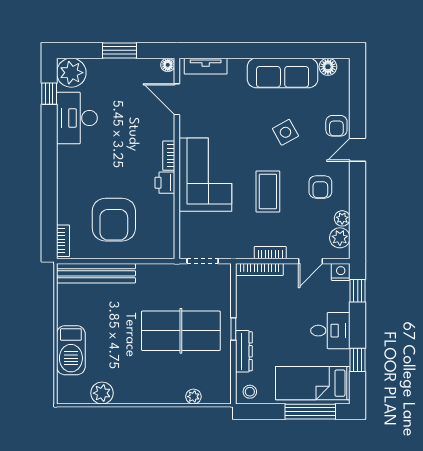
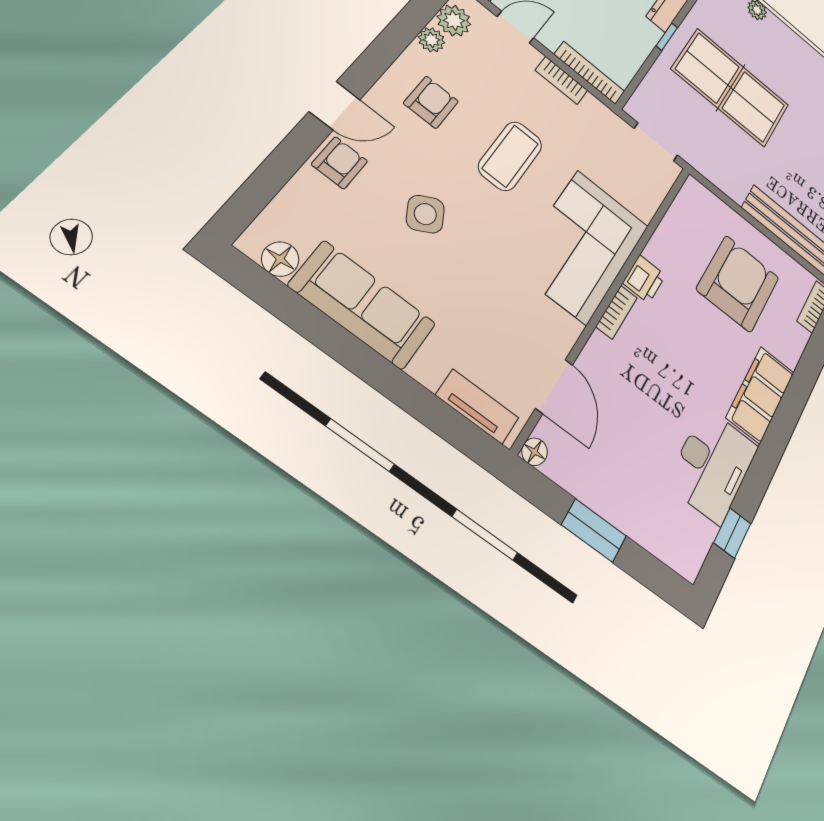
plant: (71, 73) -> (684, 545), removed
filing cabinet: (70, 170) -> (760, 395), added

